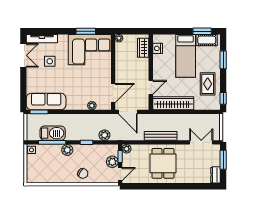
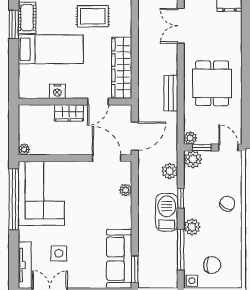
window: (86, 31) -> (14, 199), width x2.11
wardrobe: (143, 48) -> (69, 113), moved
nightstand: (158, 48) -> (57, 91), moved
door: (151, 87) -> (98, 102), swing flipped
barbecue: (53, 133) -> (167, 212), moved
bench: (161, 136) -> (171, 93), width x0.73
plant: (112, 162) -> (193, 159), moved
chair: (42, 163) -> (212, 265), added
dining table: (163, 163) -> (212, 83), turned 90

